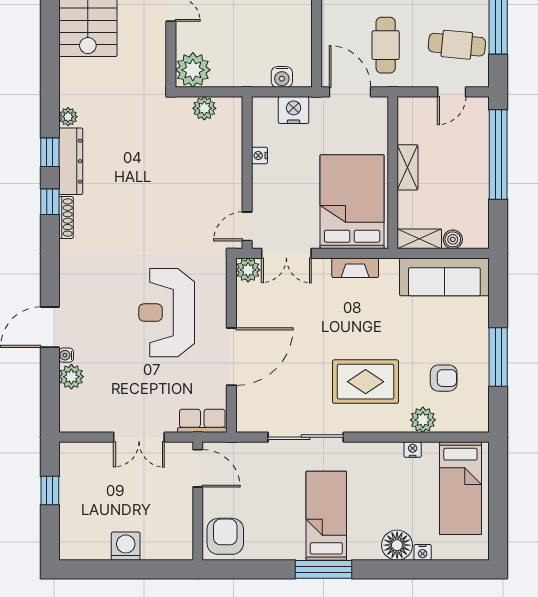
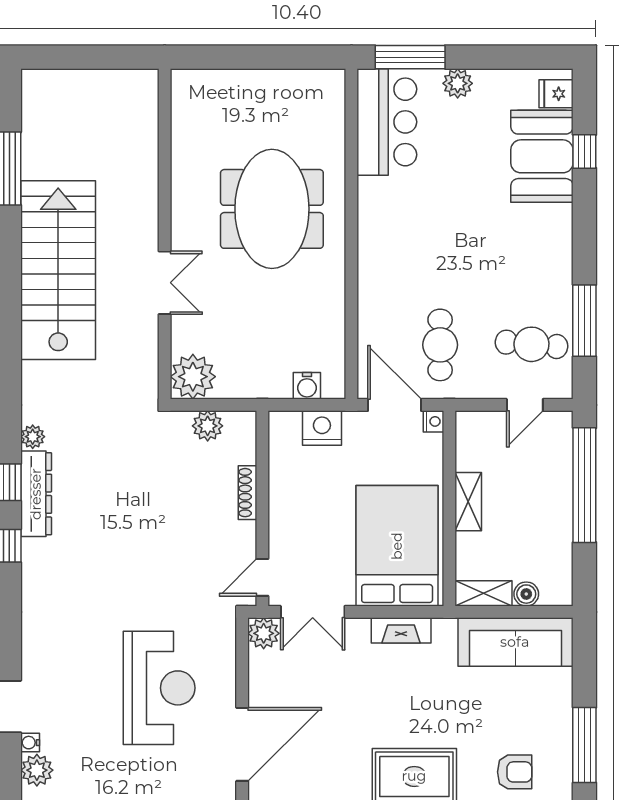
nightstand: (259, 156) -> (433, 421), moved, turned 180
shoe rack: (66, 217) -> (247, 493), moved, turned 180
reception desk: (167, 313) -> (159, 688), turned 180

